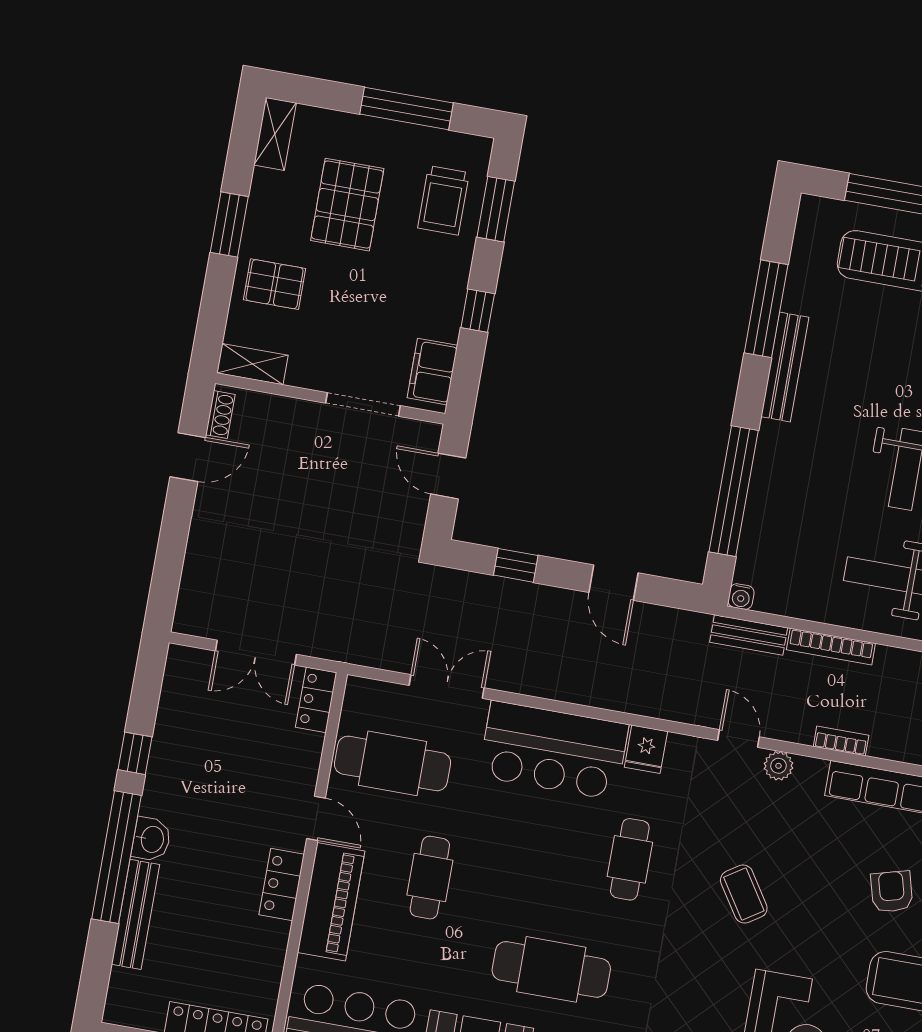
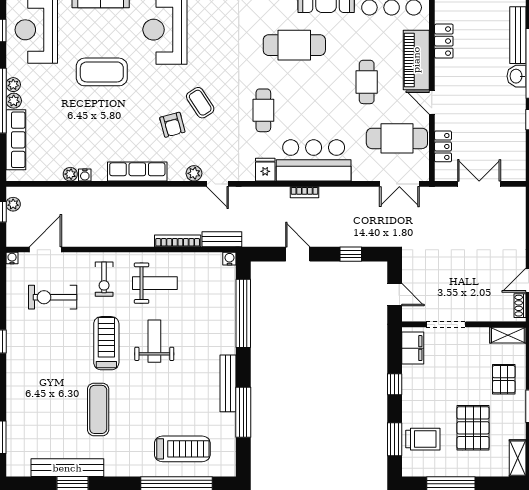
trolley: (443, 200) -> (423, 439), turned 90
pallet: (275, 284) -> (504, 379), turned 90
double door: (447, 687) -> (399, 184), moved
locker: (316, 700) -> (443, 146), moved
bookcase: (841, 741) -> (305, 192), moved
locker: (282, 884) -> (444, 41), moved
armchair: (892, 892) -> (172, 125), moved

